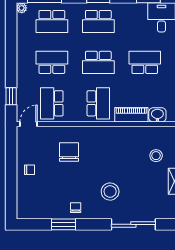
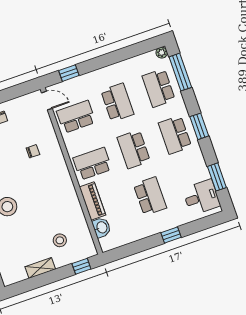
school desk: (98, 103) -> (92, 164), turned 180
chair: (69, 152) -> (33, 151), width x0.54, depth x0.54

